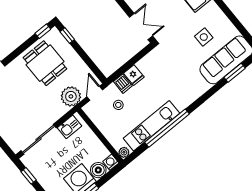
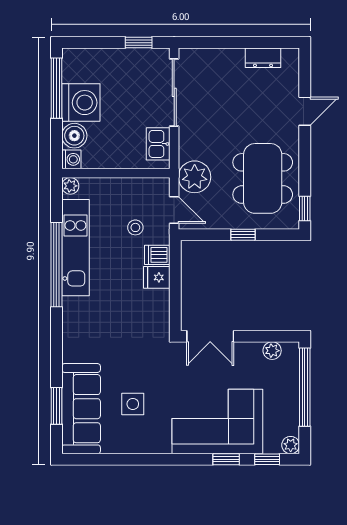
window: (67, 36) -> (243, 235), moved
dining table: (45, 63) -> (263, 178), width x1.38

